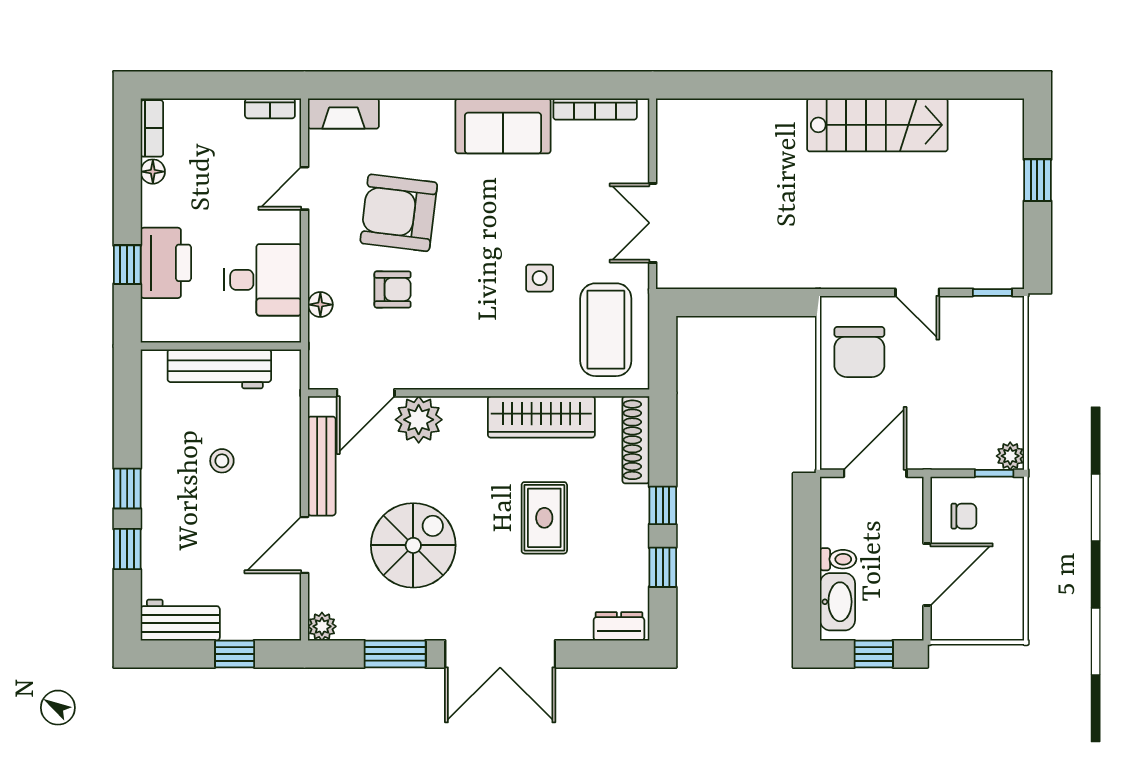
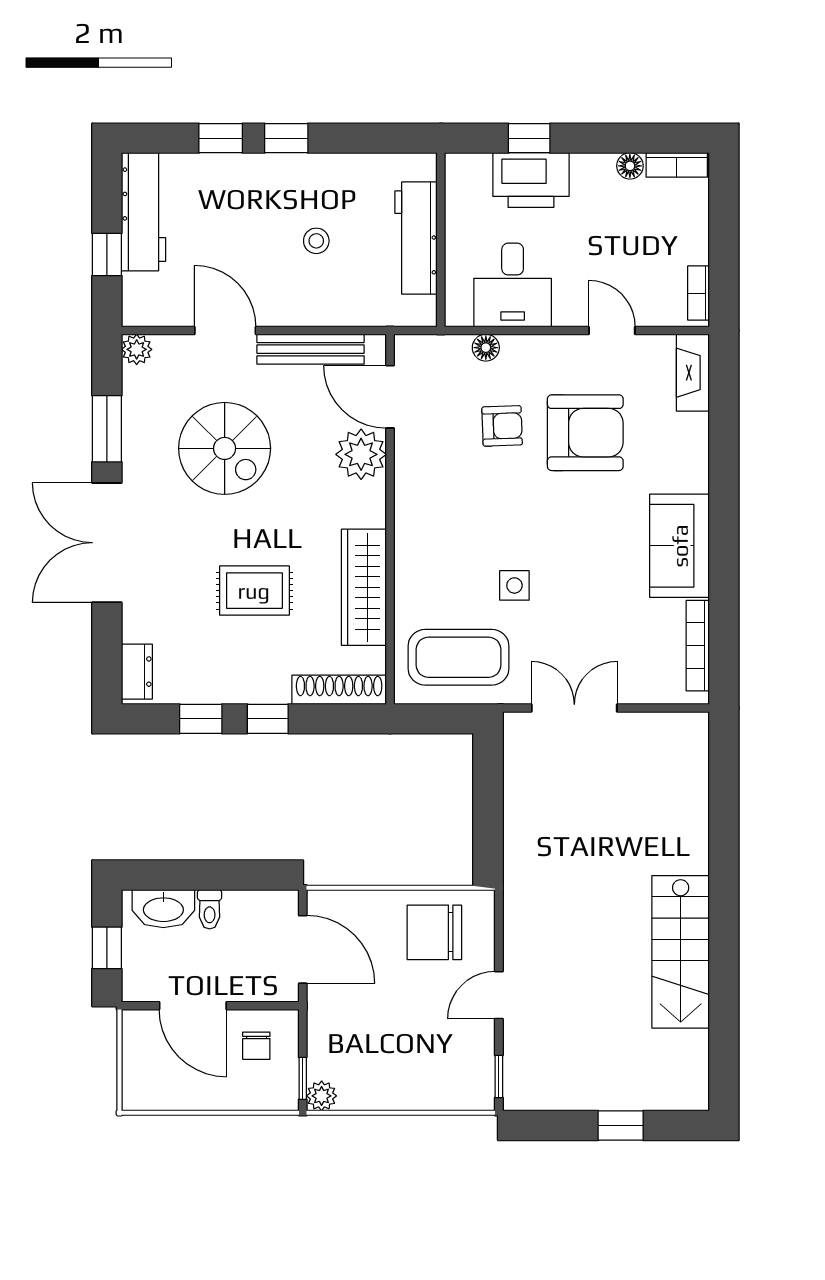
armchair: (399, 213) -> (585, 433), turned 83
armchair: (393, 289) -> (502, 426), turned -92
workbench: (180, 620) -> (144, 212), width x1.37

